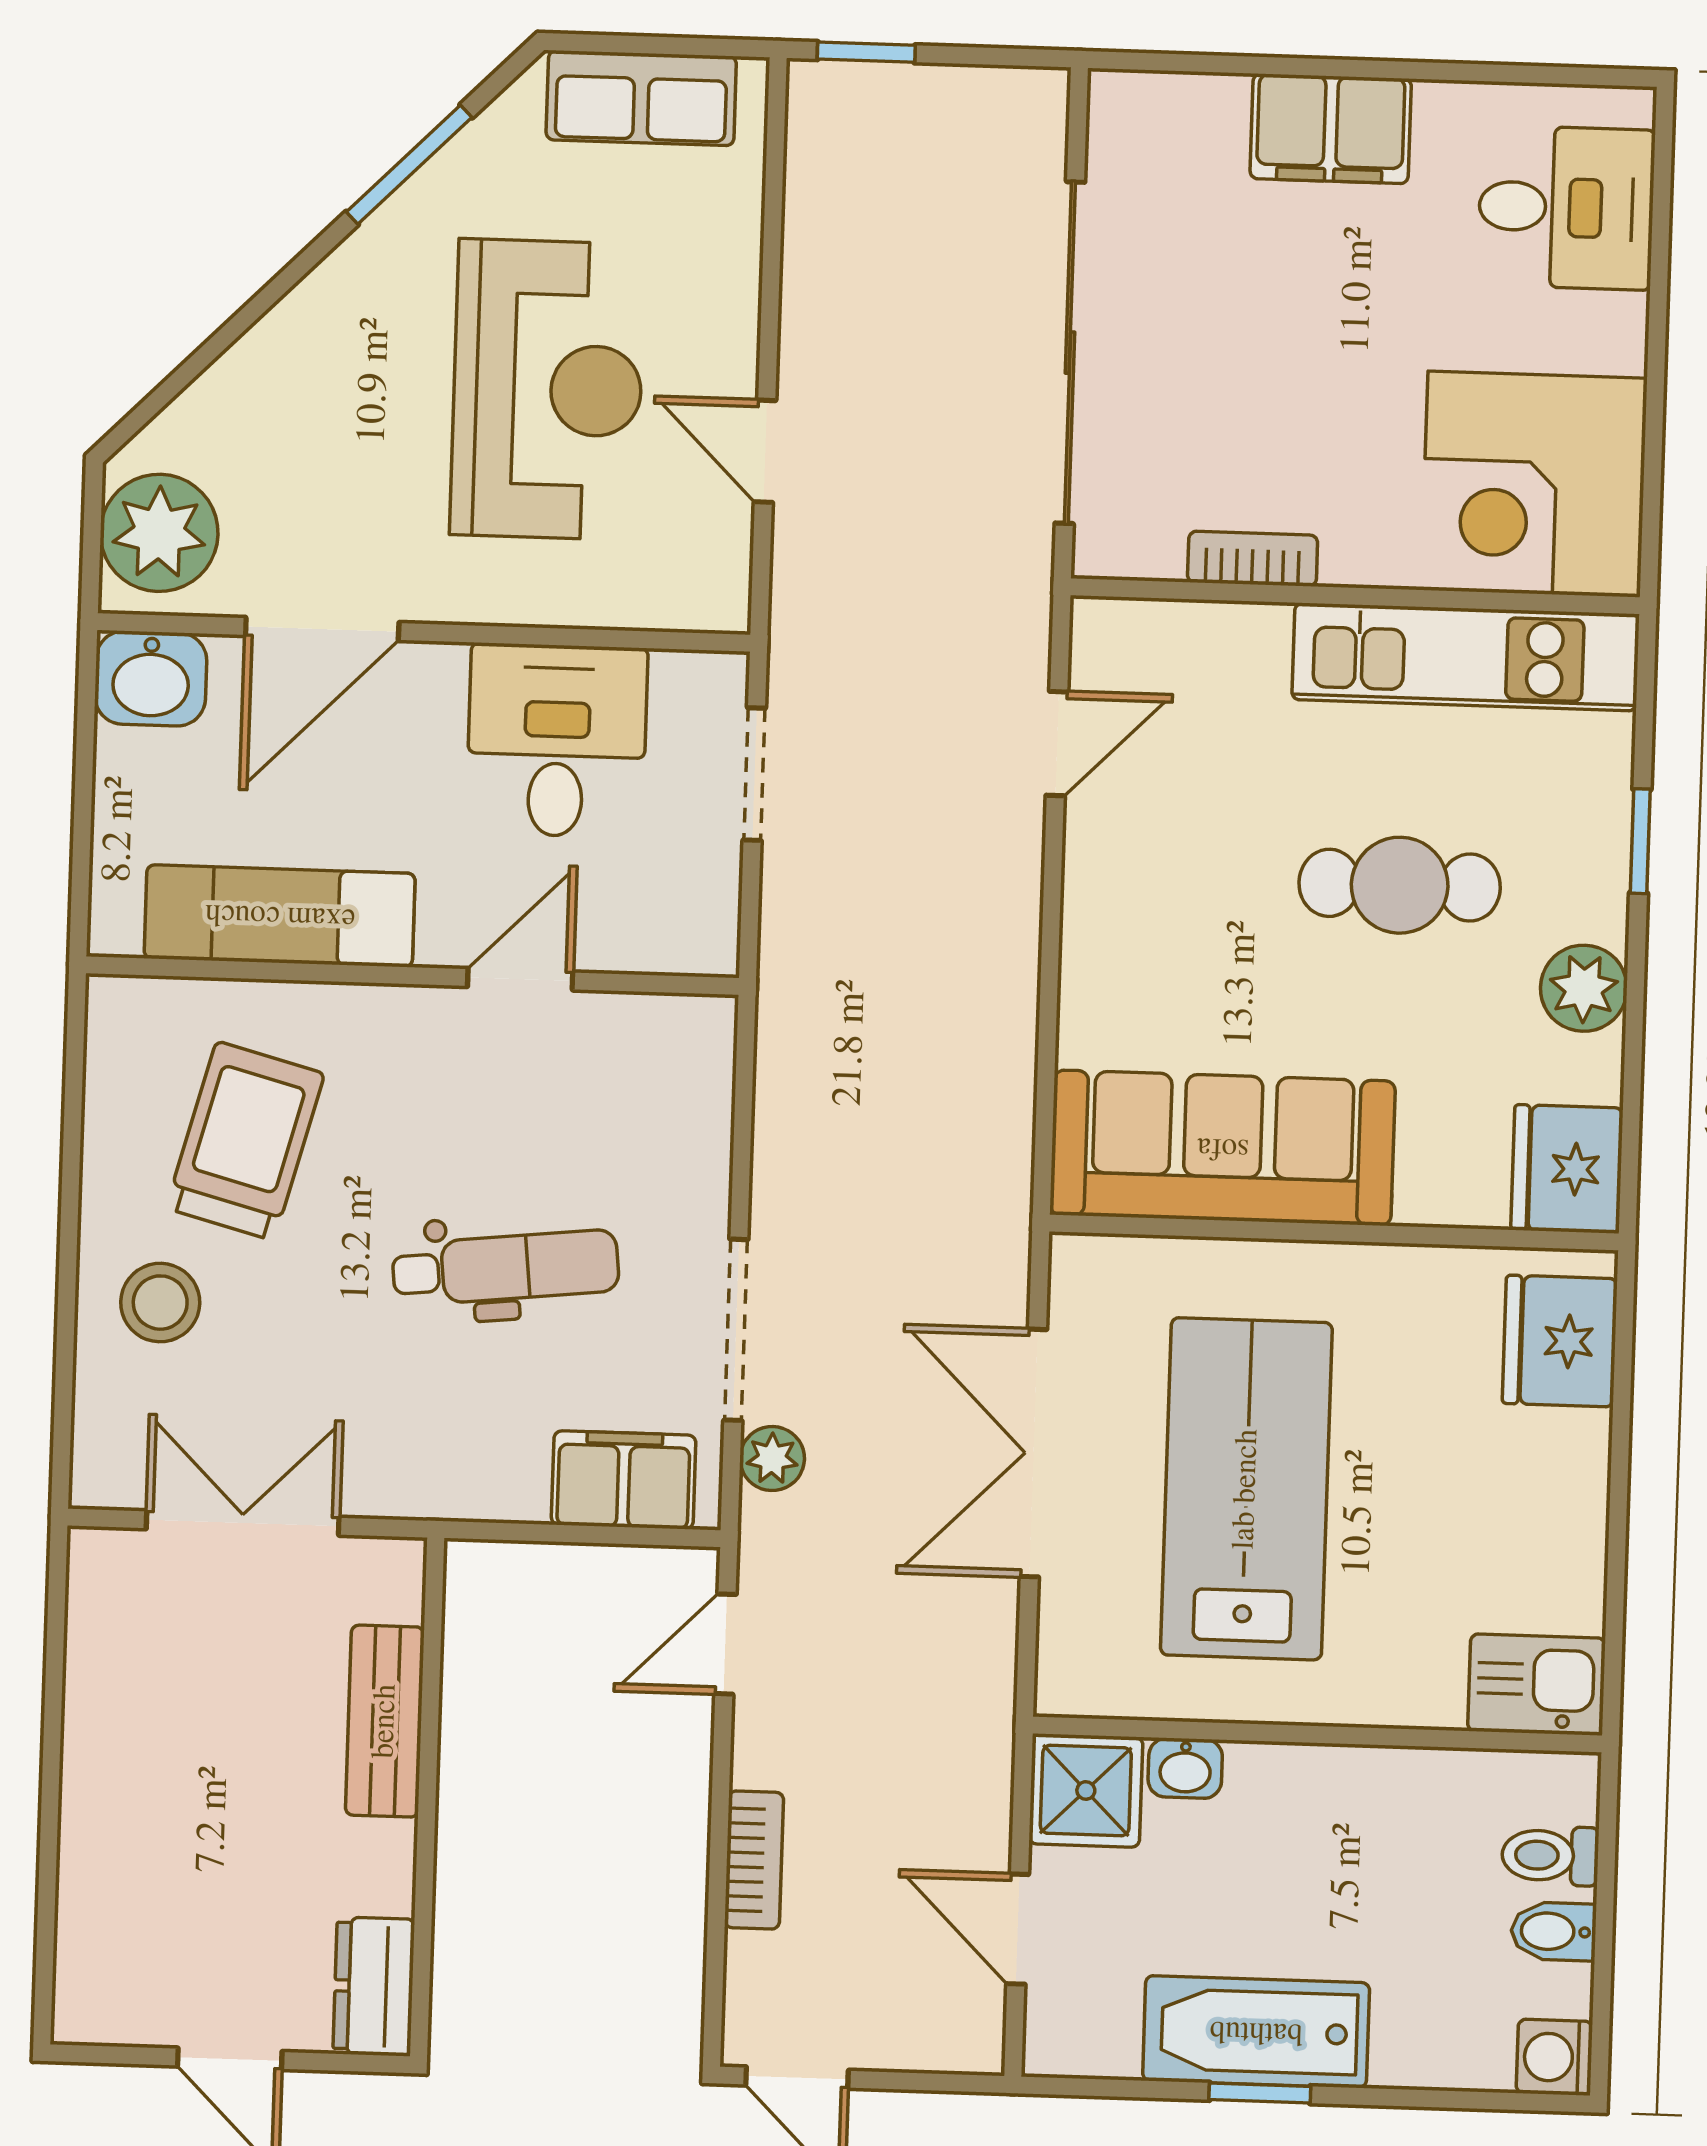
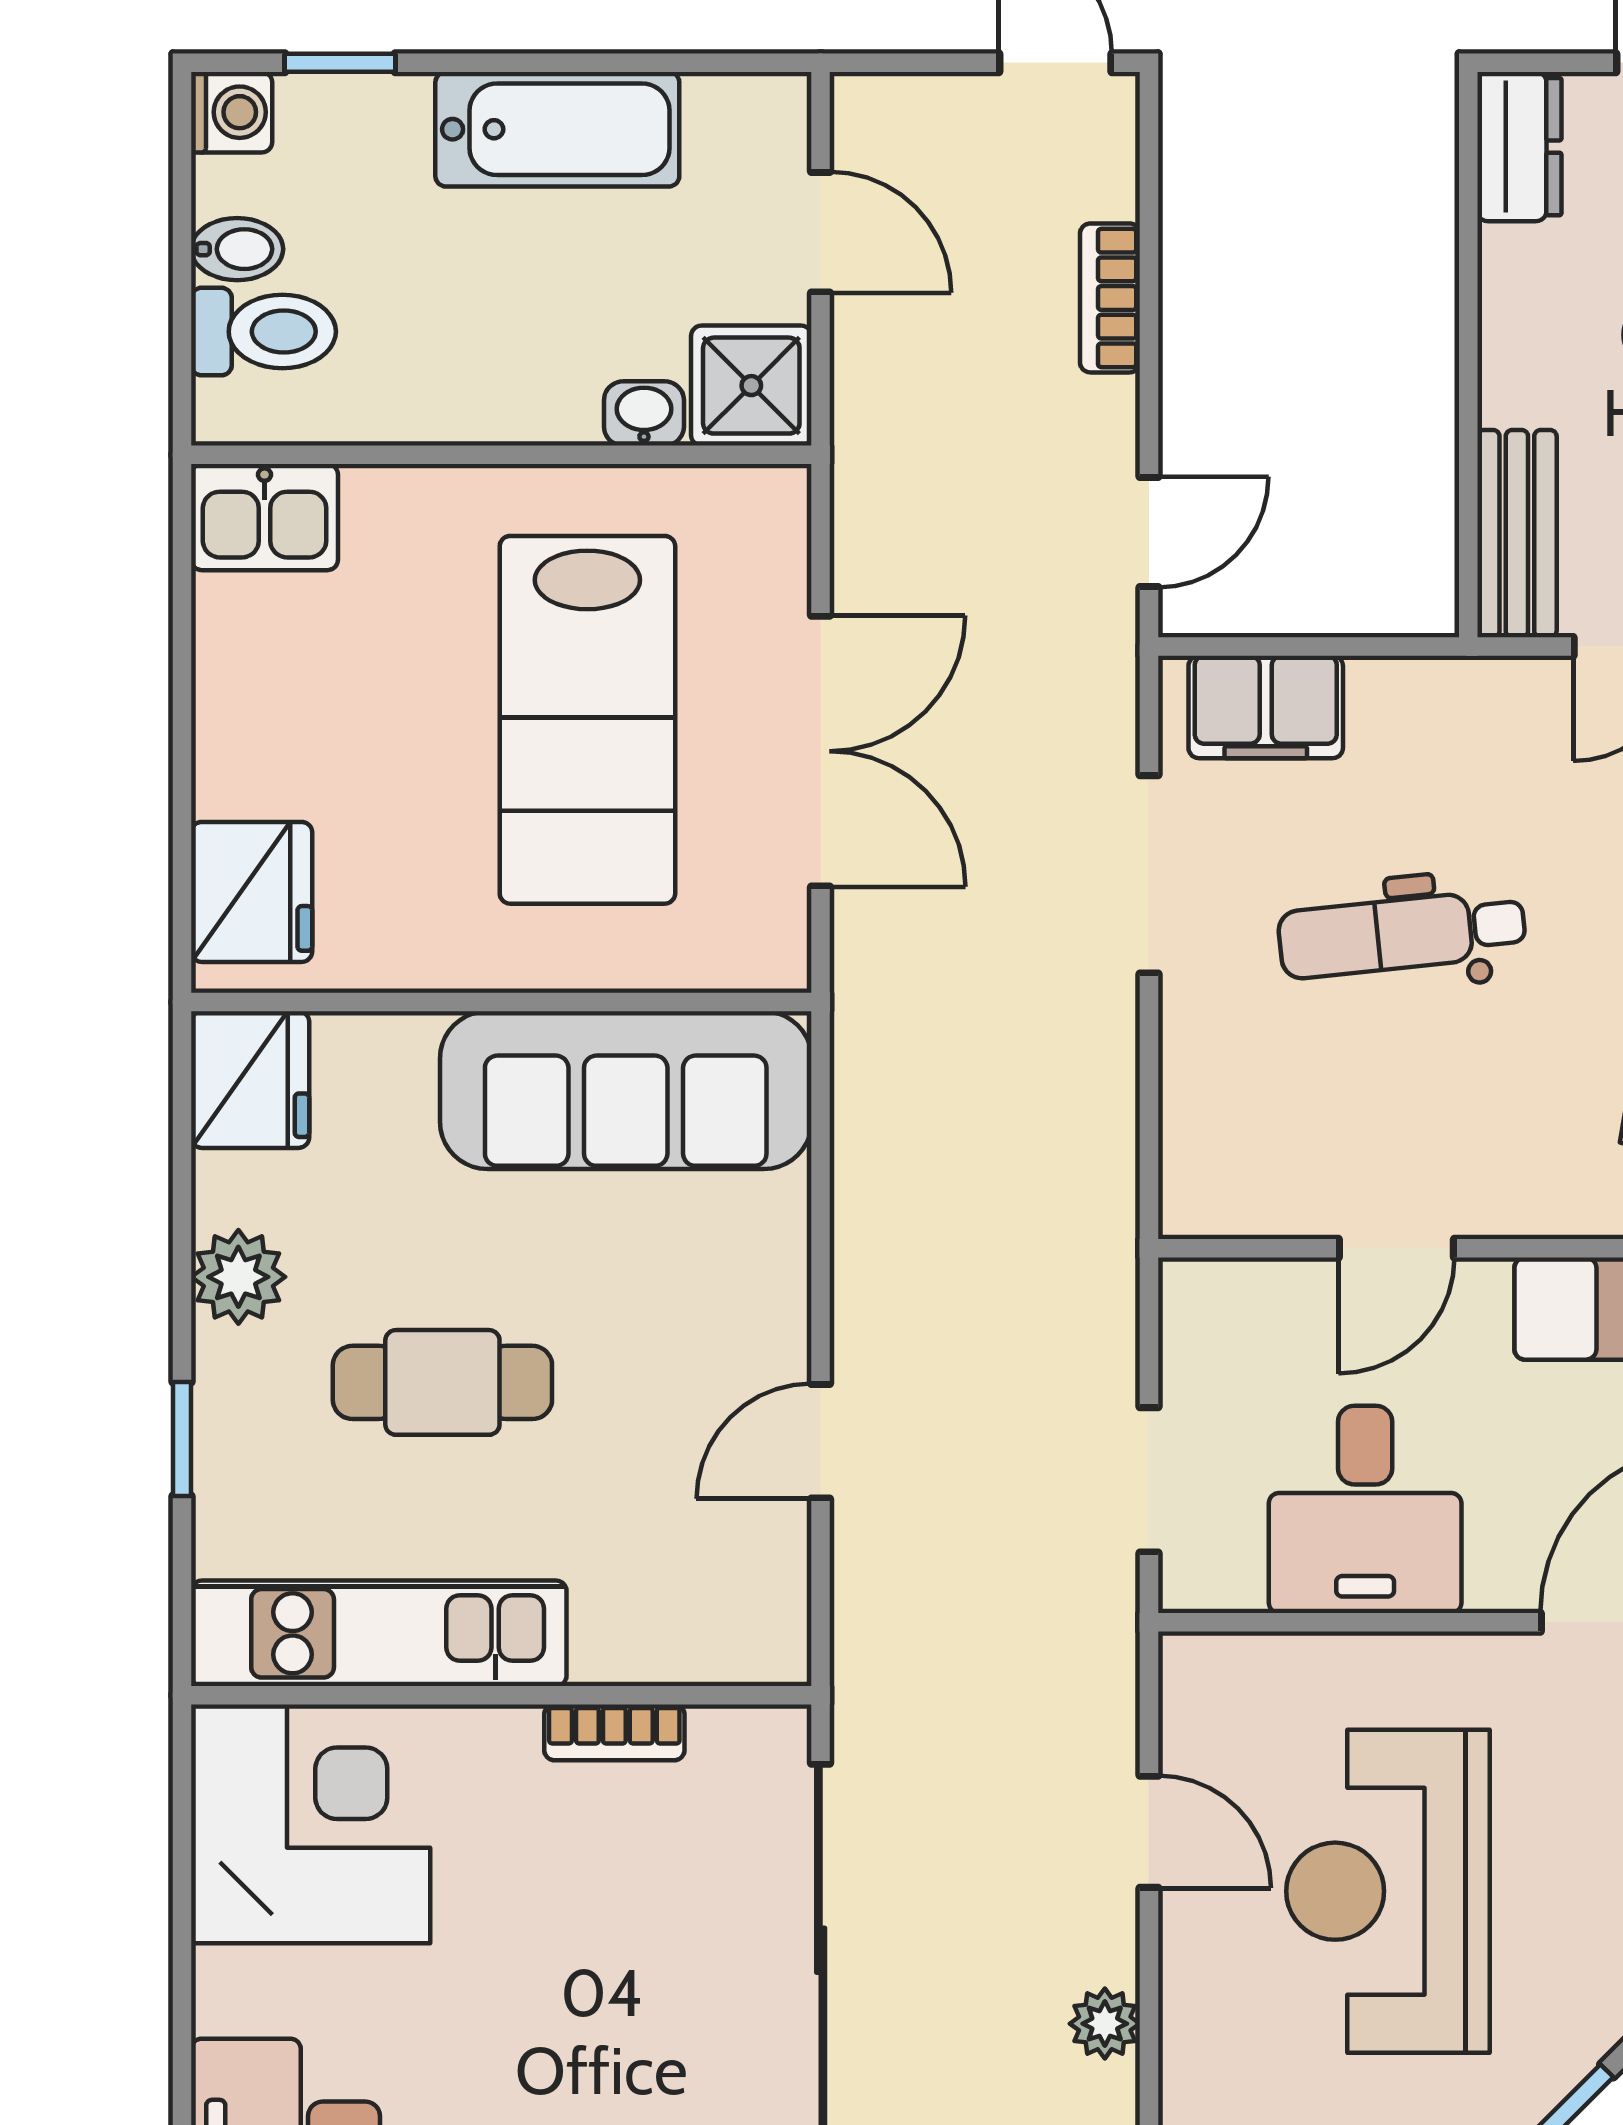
door: (1057, 744) -> (821, 1441), moved
plant: (772, 1459) -> (1105, 2024), moved
bench: (385, 1721) -> (1517, 534), moved
toilet: (1550, 1856) -> (264, 332), width x1.37, depth x1.39
window: (1260, 2093) -> (340, 63), moved

